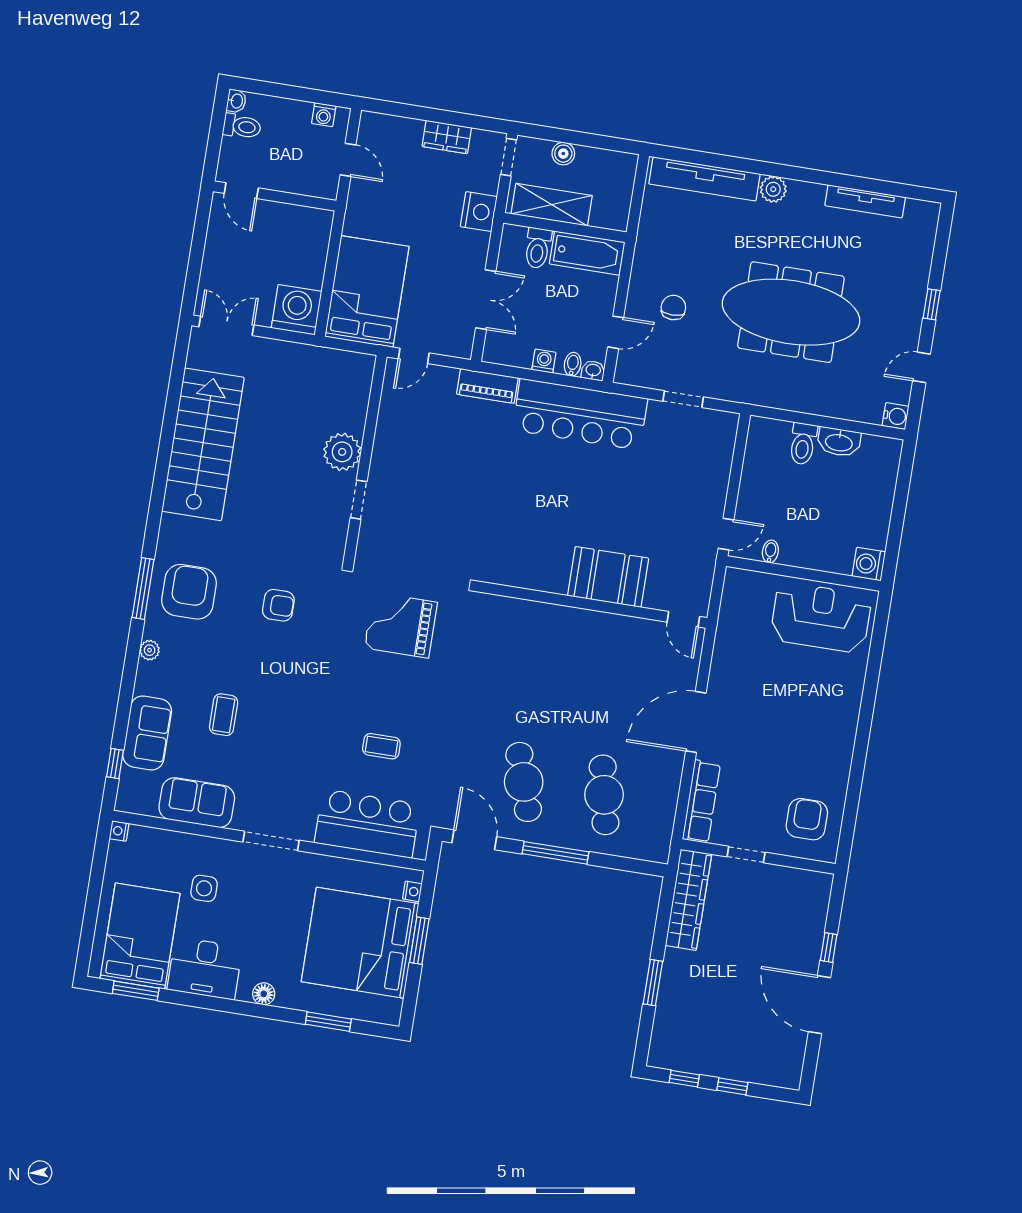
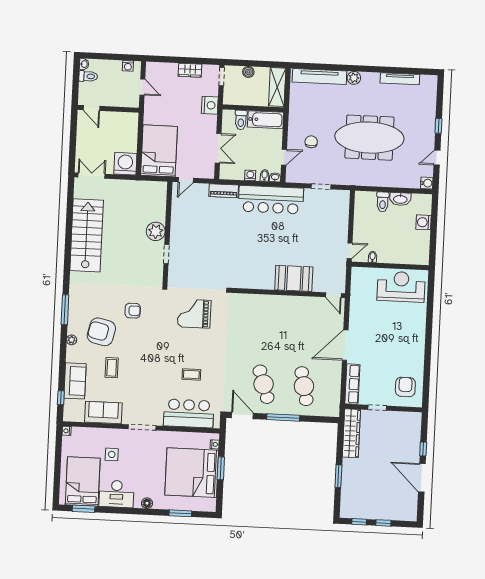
shelving: (552, 205) -> (277, 87), moved, turned 90
washing machine: (869, 564) -> (424, 222), moved
armchair: (189, 592) -> (101, 332), moved, turned -77

